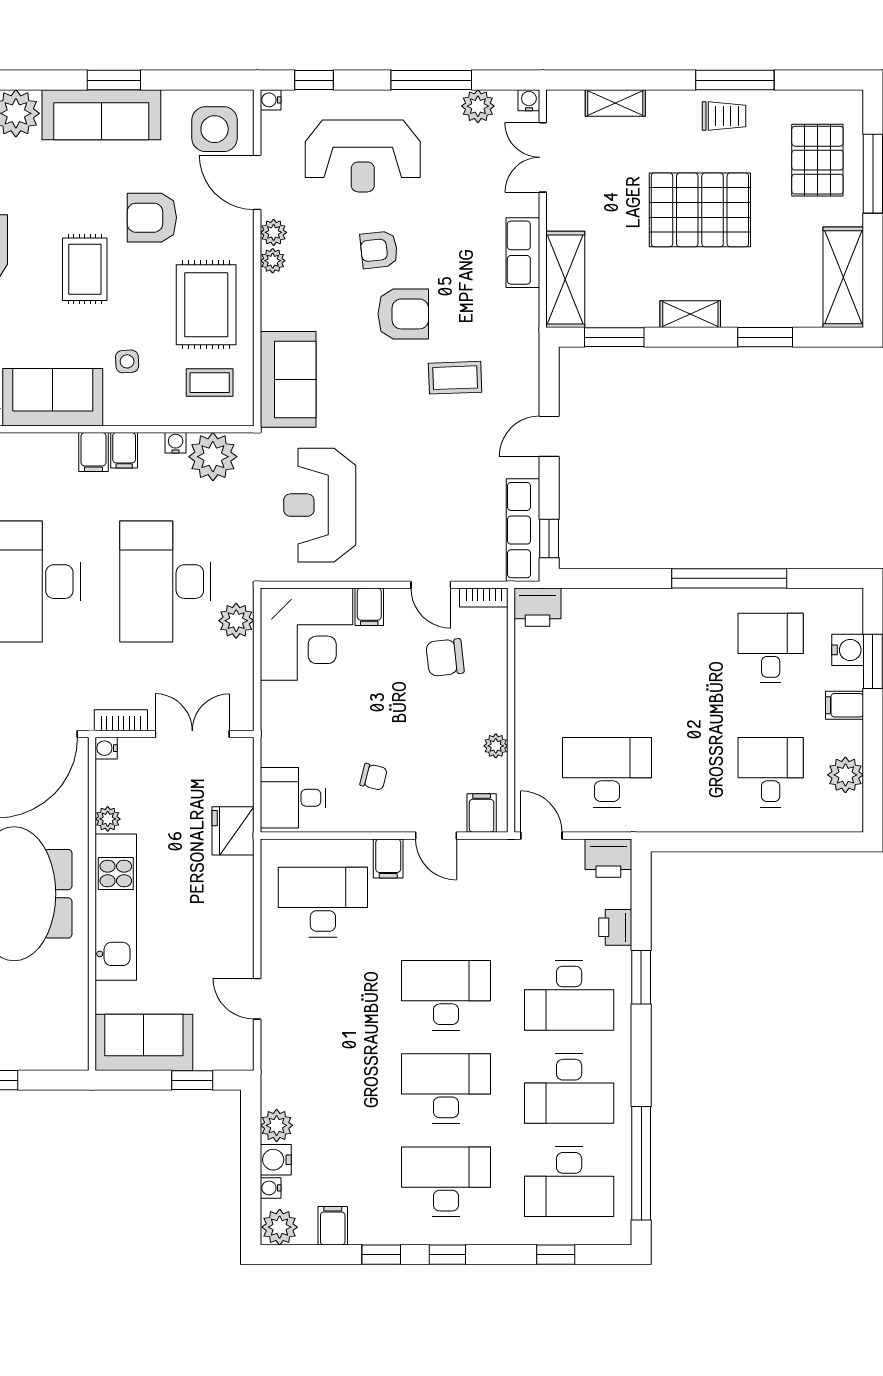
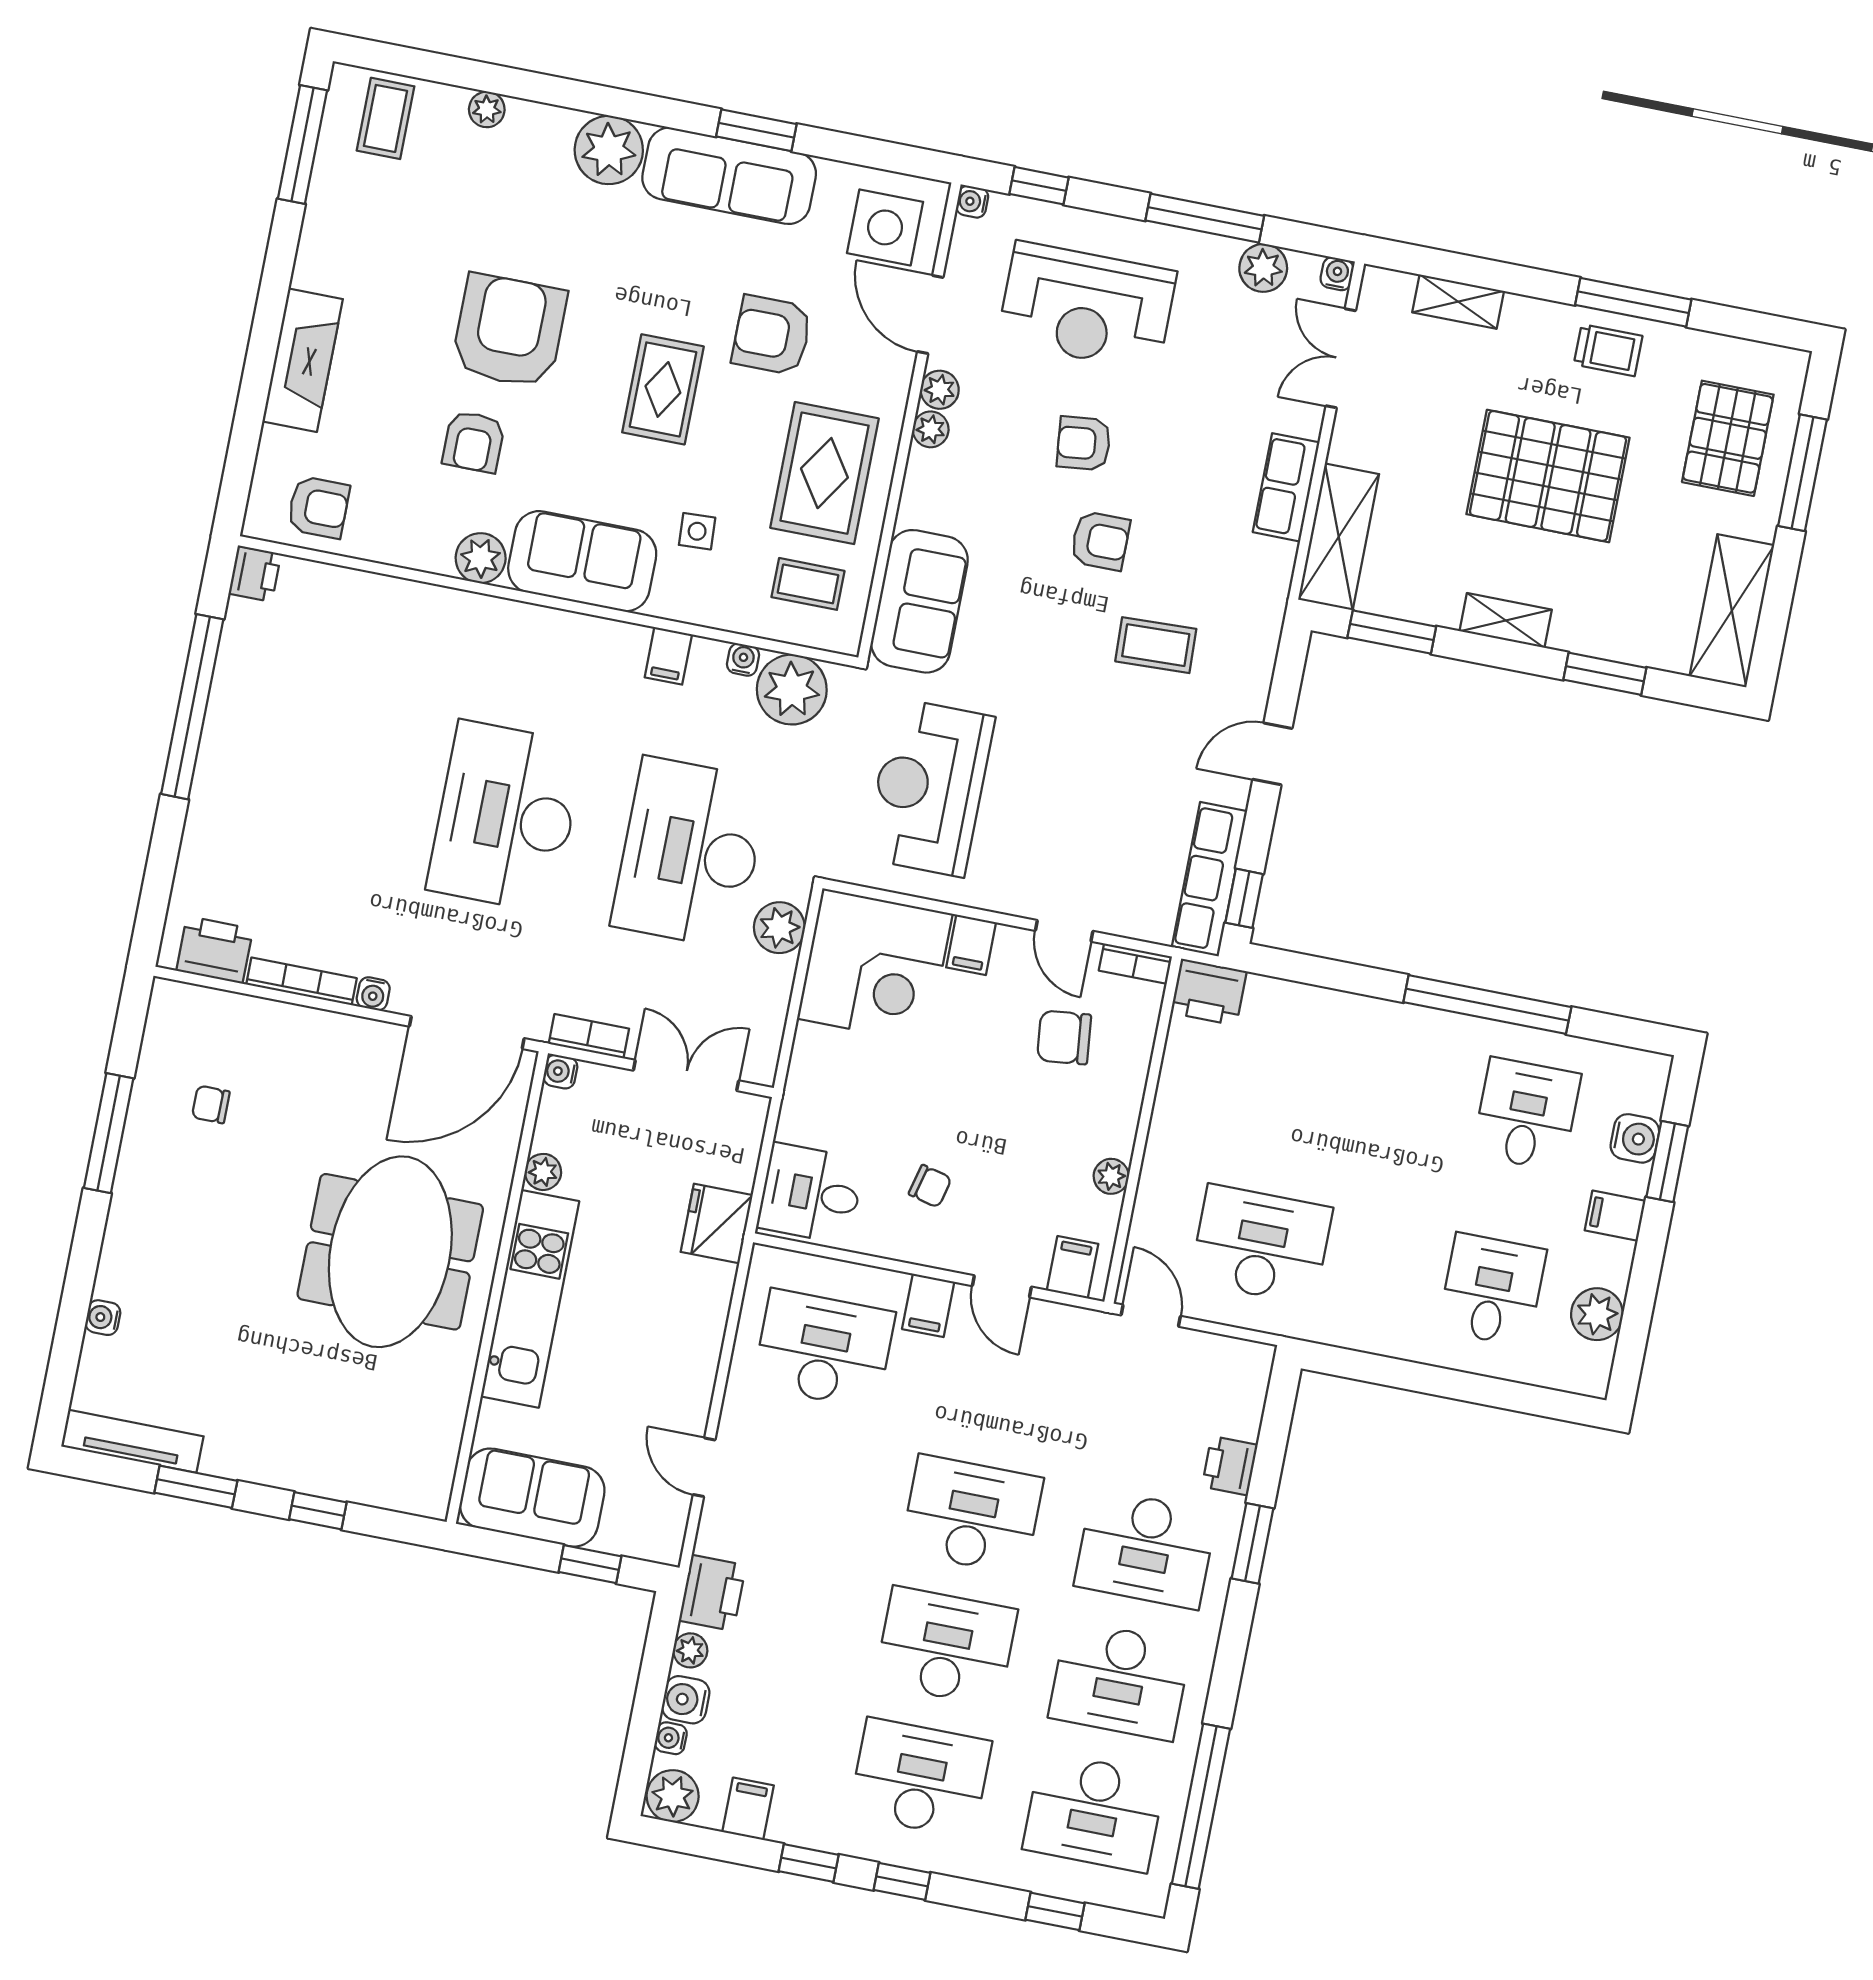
armchair: (403, 314) -> (1100, 541), width x0.72, depth x0.72
filing cabinet: (94, 452) -> (625, 650), removed
printer: (608, 858) -> (712, 1593), moved, turned -90
plant: (277, 1125) -> (690, 1650), width x0.73, depth x0.73

